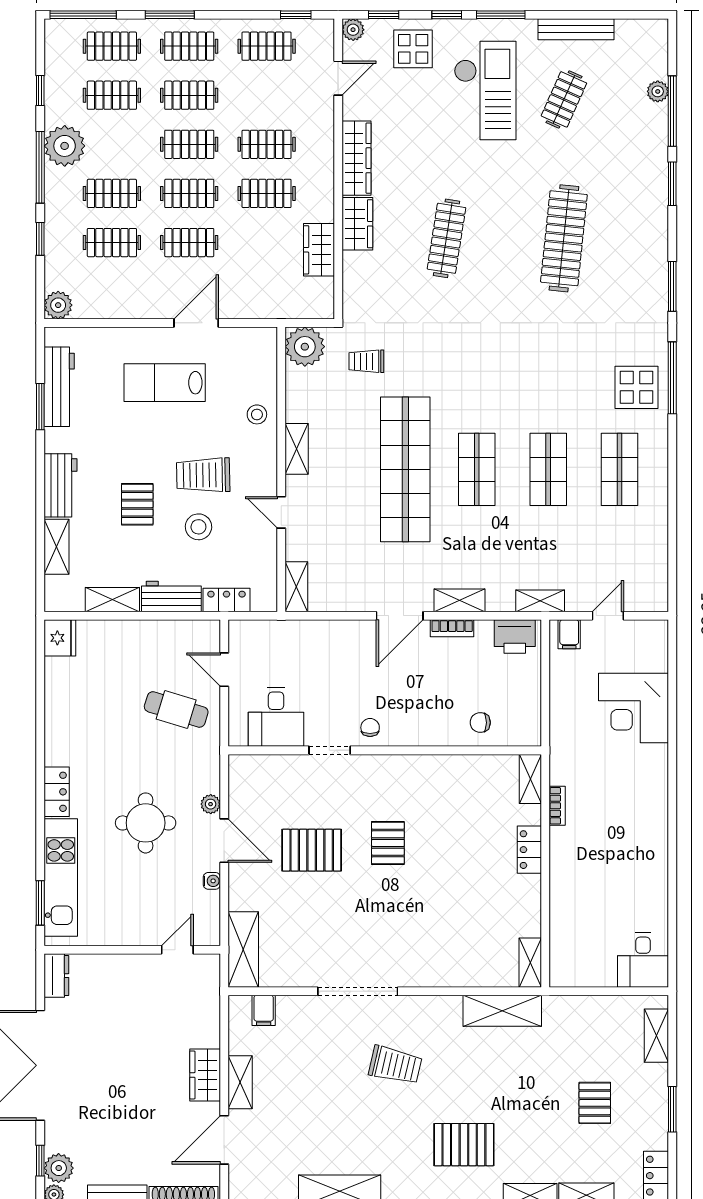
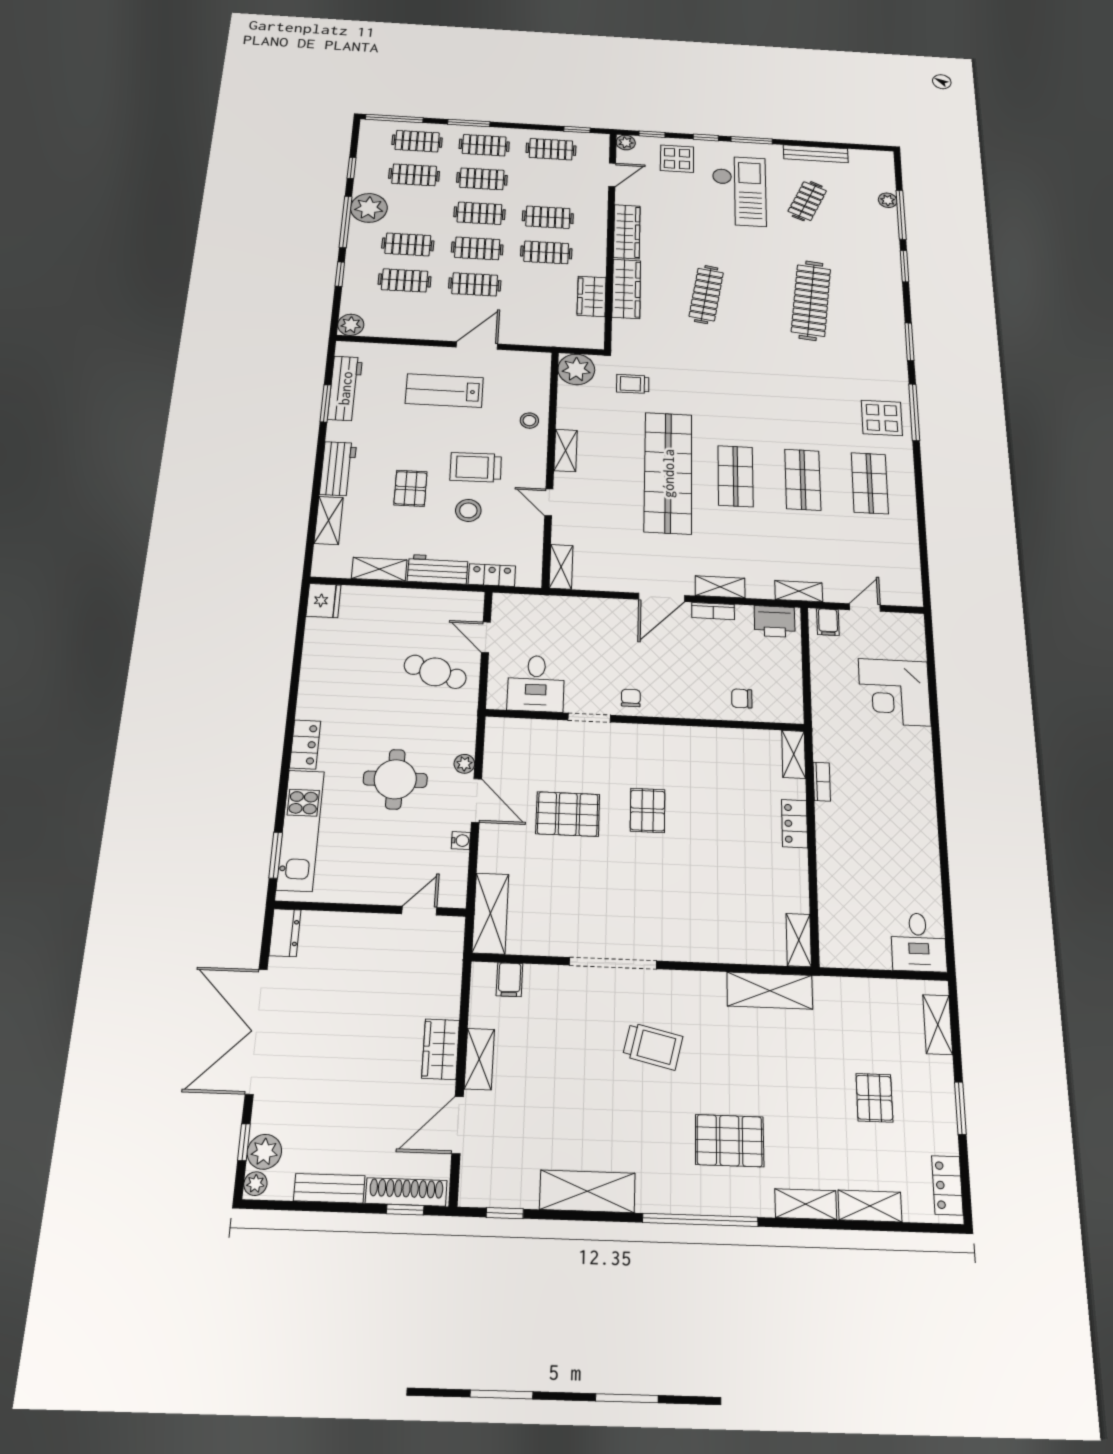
wardrobe: (357, 224) -> (626, 289), width x1.50

